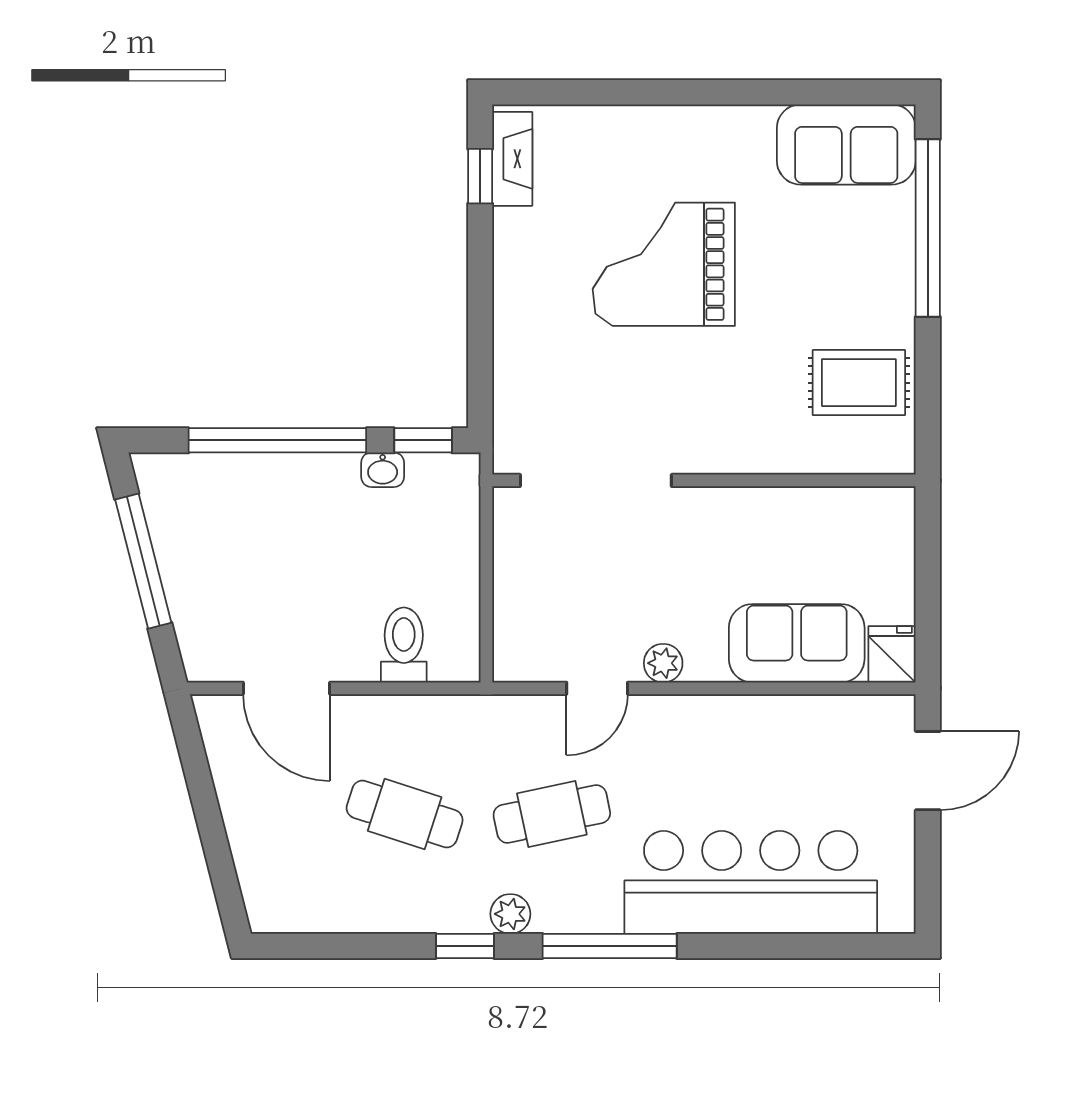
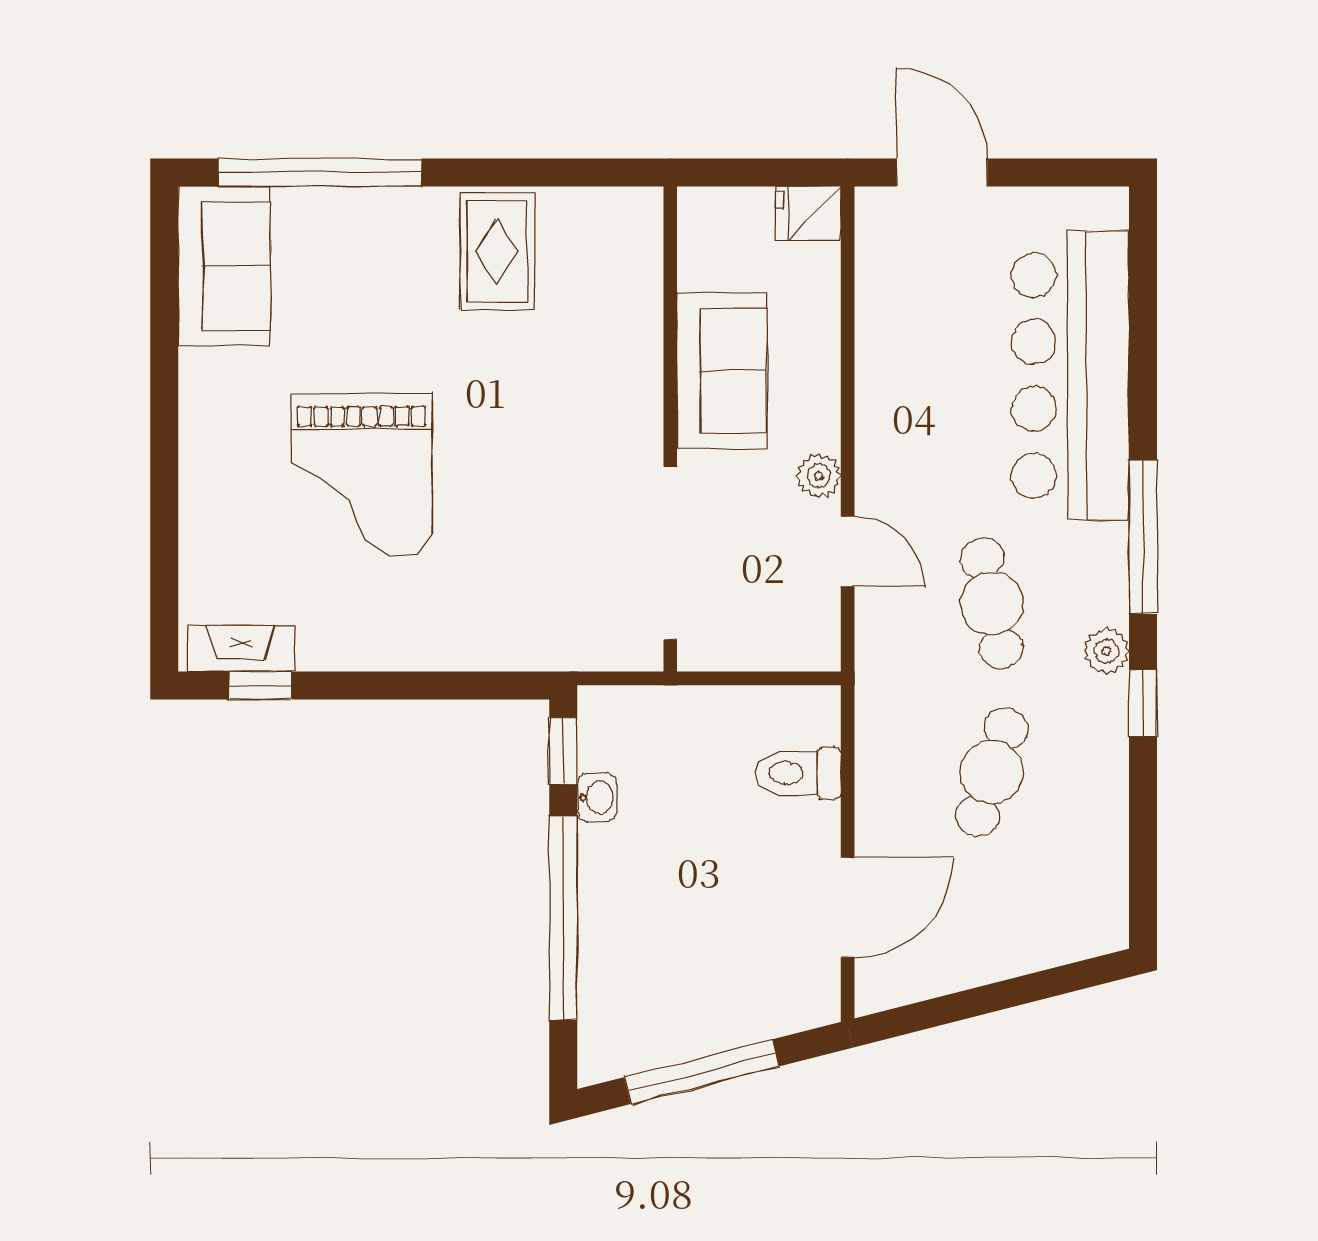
doorway: (596, 480) -> (670, 553), moved
wall: (704, 480) -> (670, 429), moved
sofa: (797, 643) -> (722, 371), moved, turned 180

